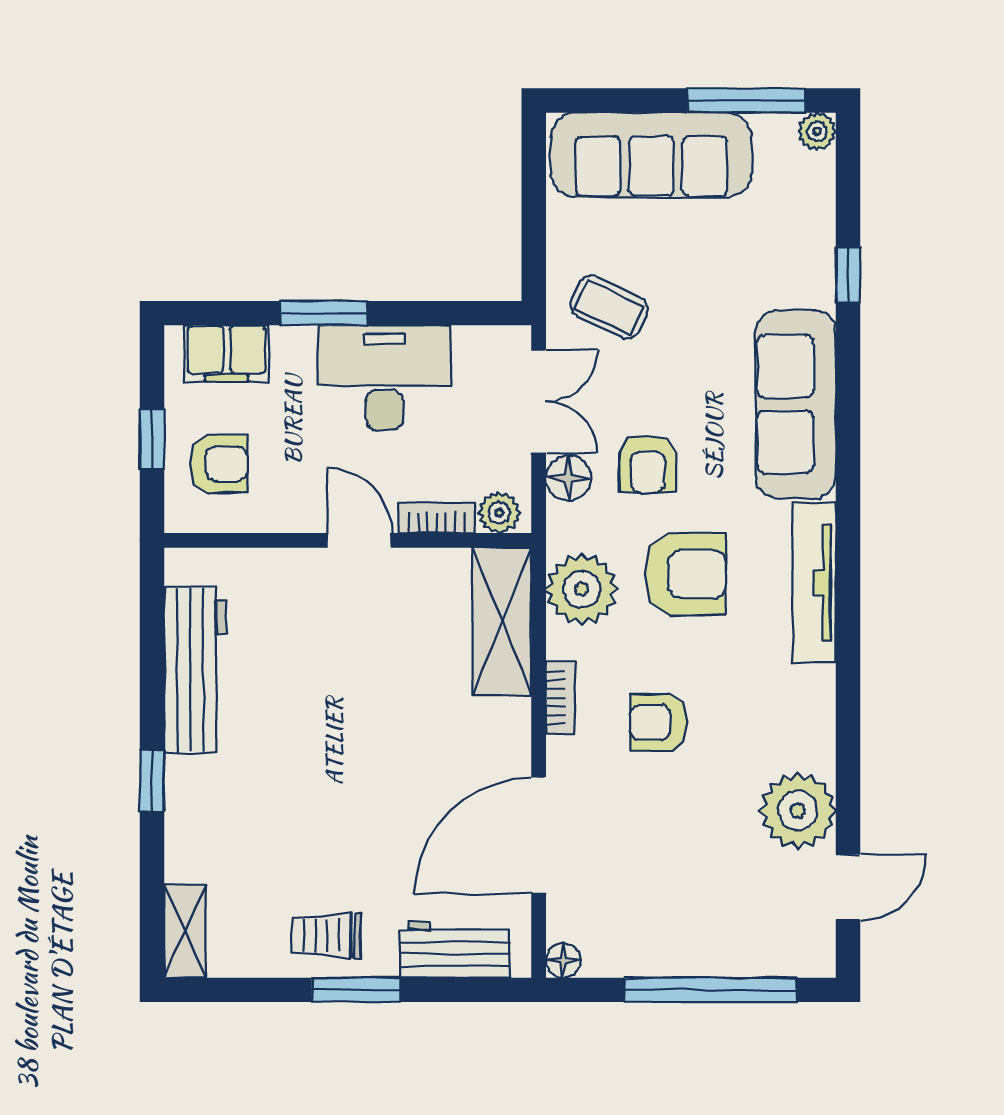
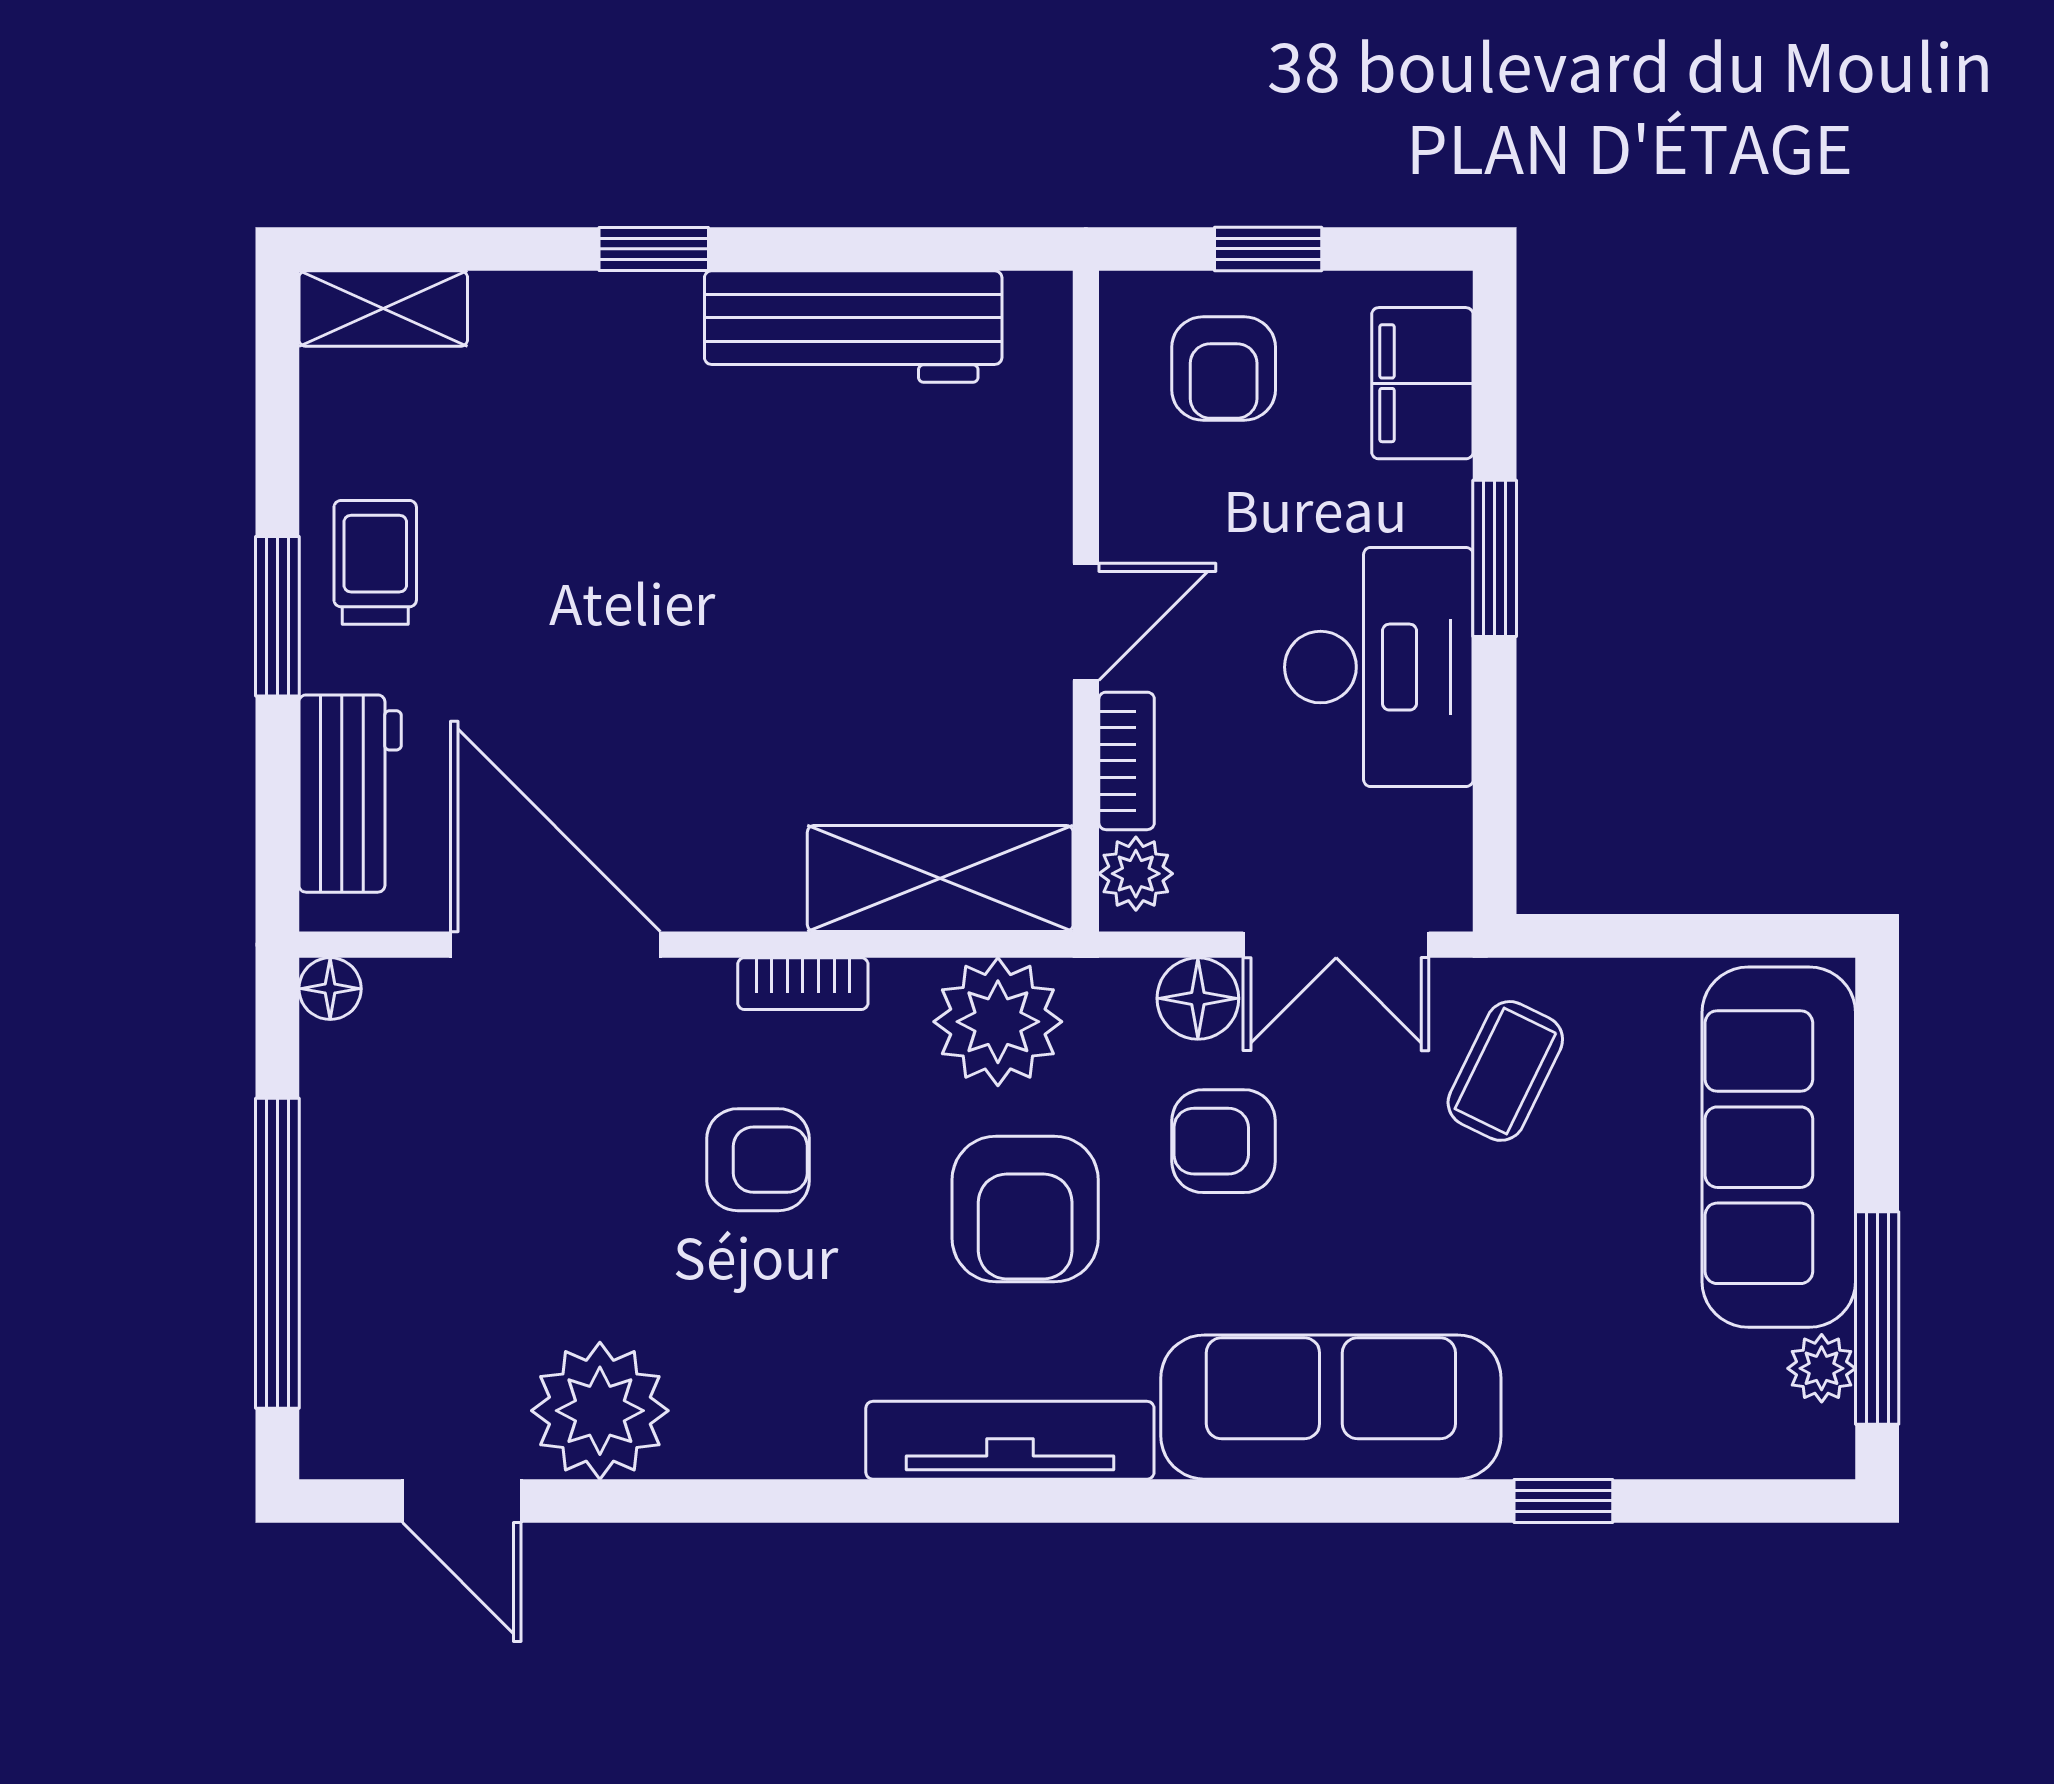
plant: (817, 131) -> (1822, 1368), moved
armchair: (658, 723) -> (758, 1160), turned 90

